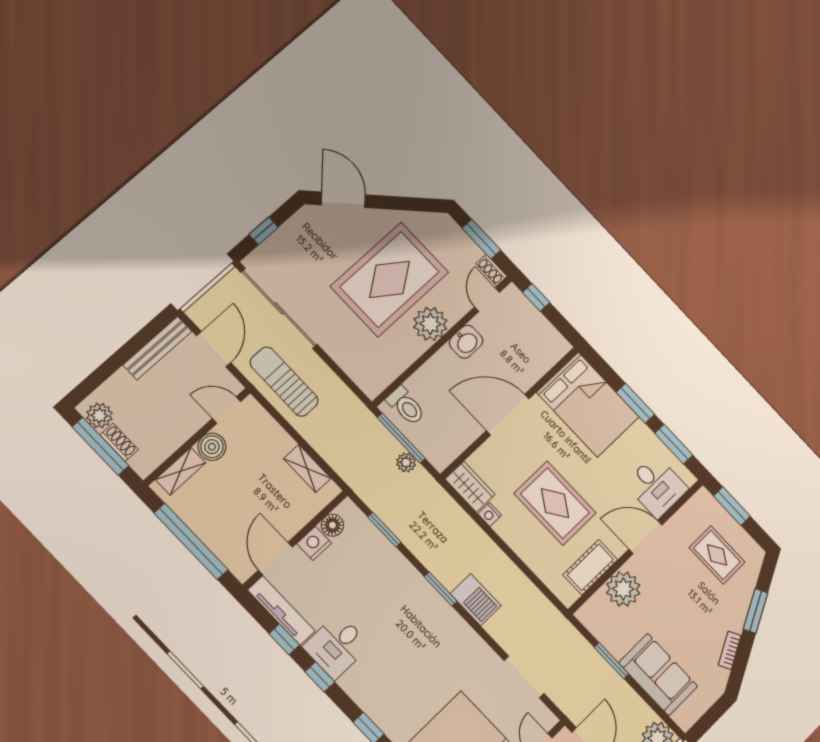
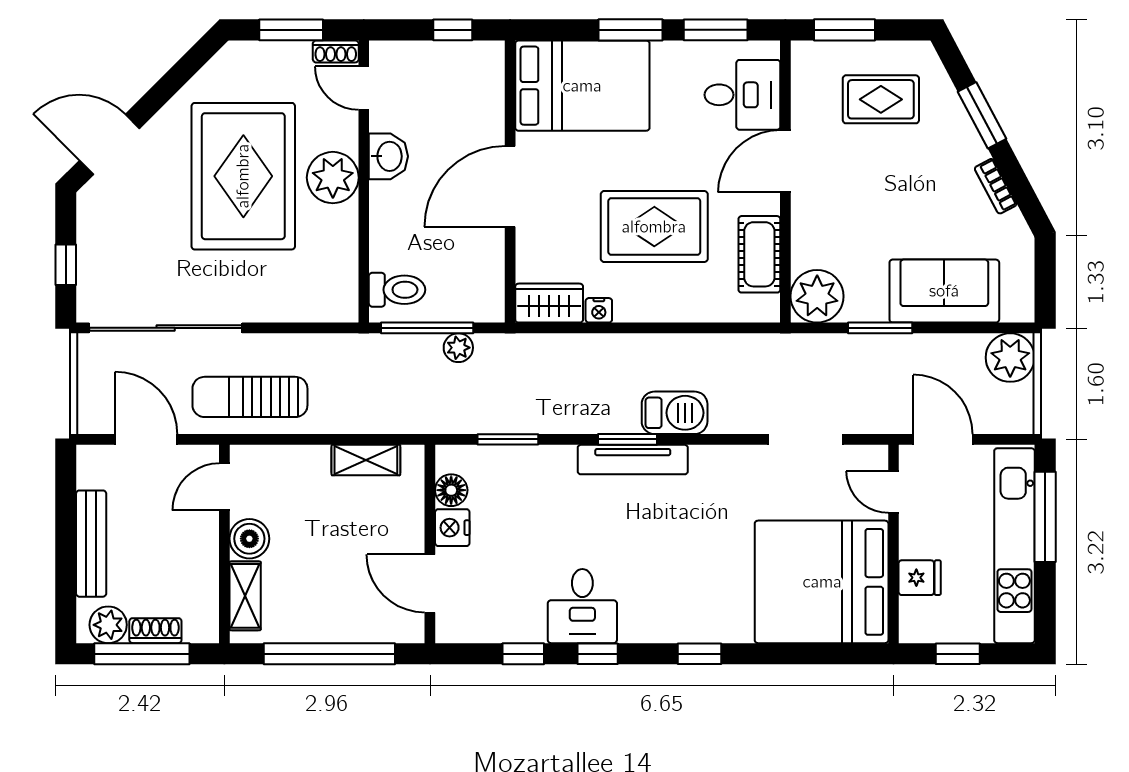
window: (536, 297) -> (453, 30), moved
bench: (157, 348) -> (91, 544), moved
plant: (623, 589) -> (817, 296), moved
tv unit: (281, 610) -> (633, 460), moved, turned 180

